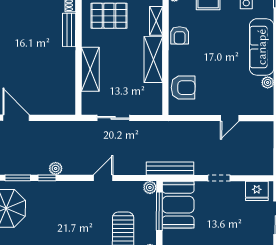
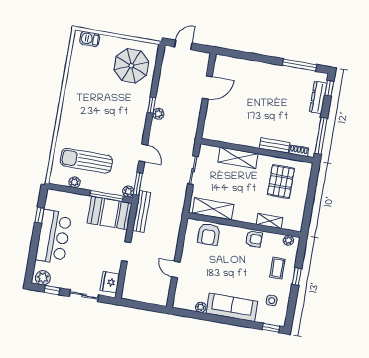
armchair: (180, 35) -> (254, 239), turned 180
shelving: (153, 60) -> (213, 209), moved
window: (18, 178) -> (138, 184), moved

